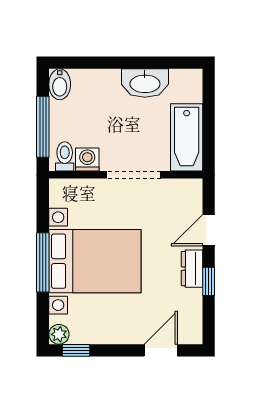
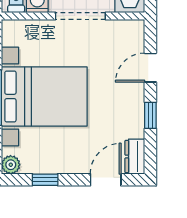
dresser: (192, 269) -> (135, 157), moved
window: (76, 350) -> (45, 180), moved

